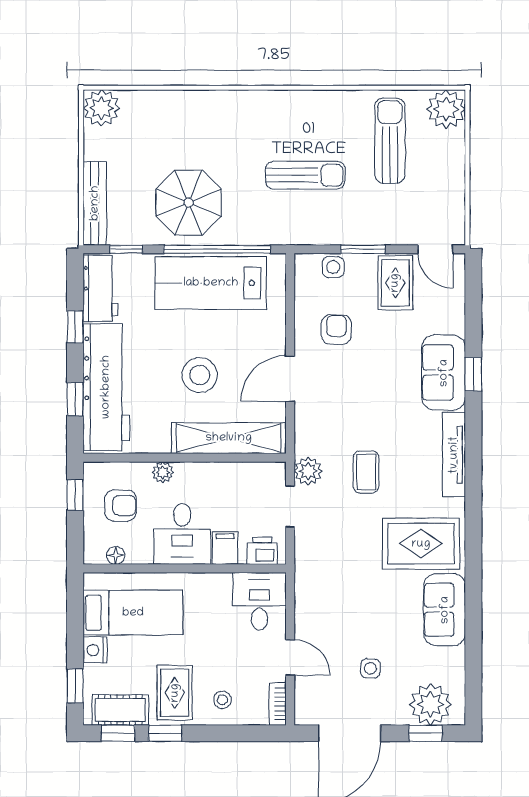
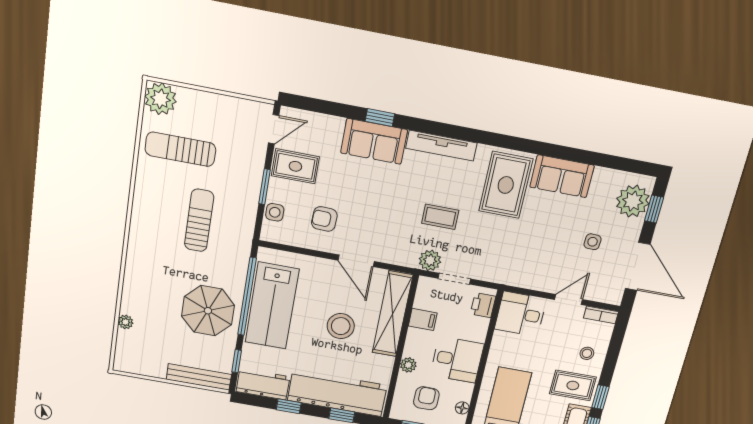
plant: (101, 108) -> (126, 322), moved, width x0.53, depth x0.53
filing cabinet: (225, 548) -> (423, 319), moved, turned 180

